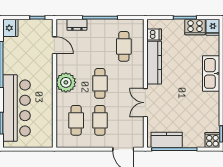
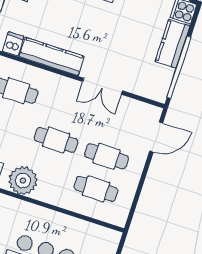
plant: (66, 82) -> (23, 181), moved
kitchen counter: (167, 140) -> (173, 44), moved

